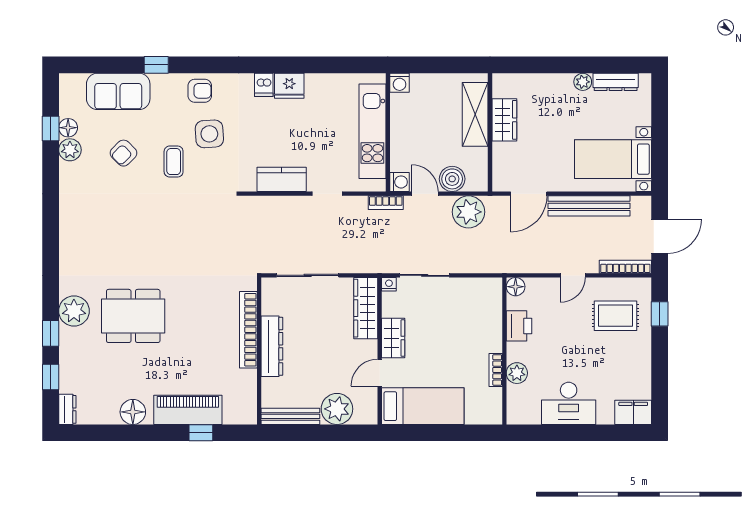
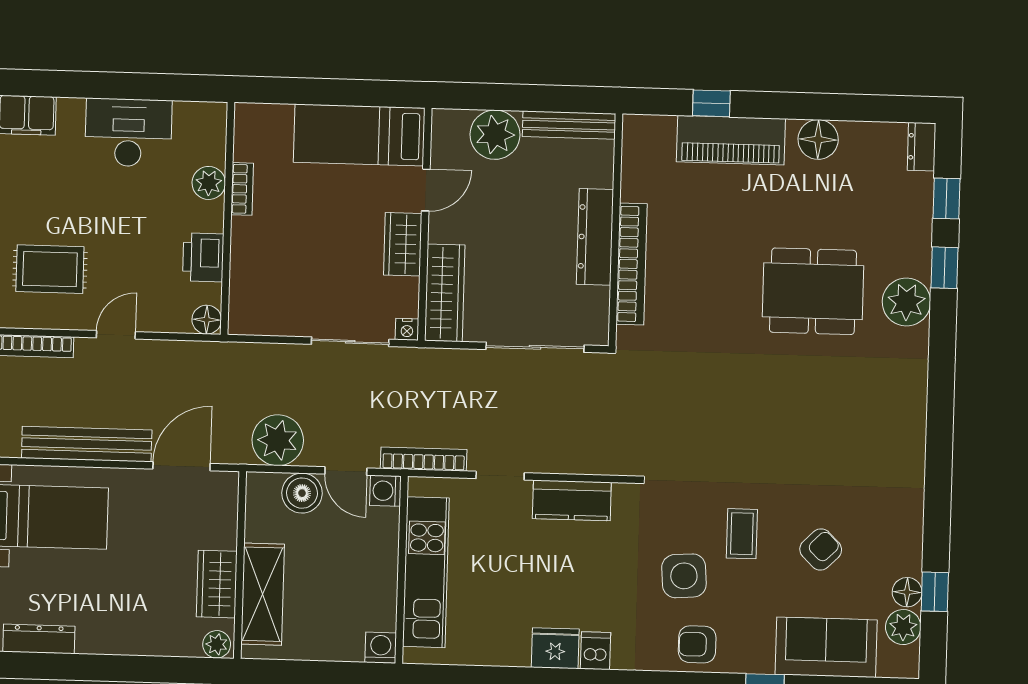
plant: (583, 82) -> (217, 644), moved
plant: (70, 150) -> (903, 627), moved
bookcase: (386, 203) -> (424, 459), width x1.56

